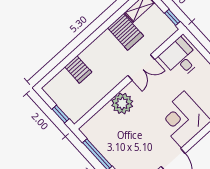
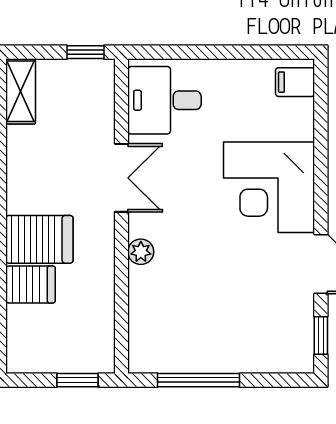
server rack: (125, 32) -> (39, 239), moved
plant: (122, 103) -> (141, 252), width x0.53, depth x0.53

